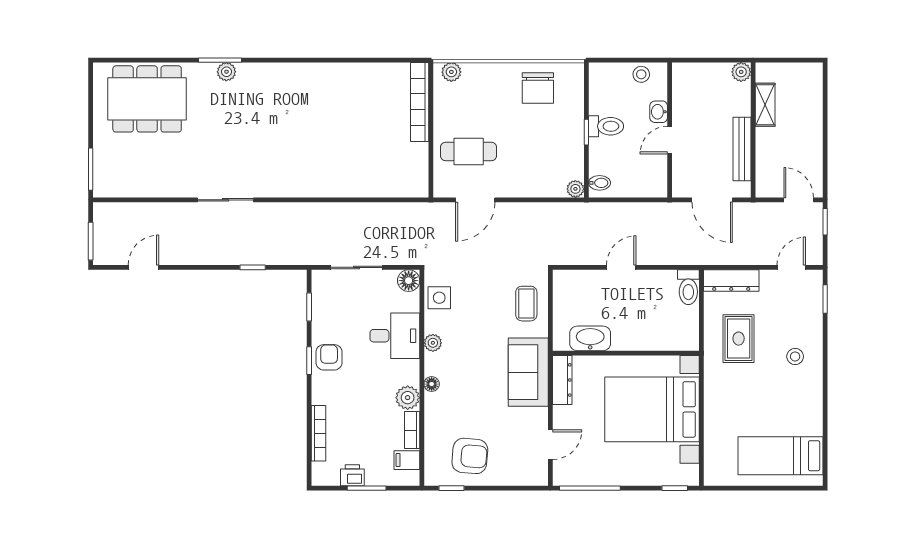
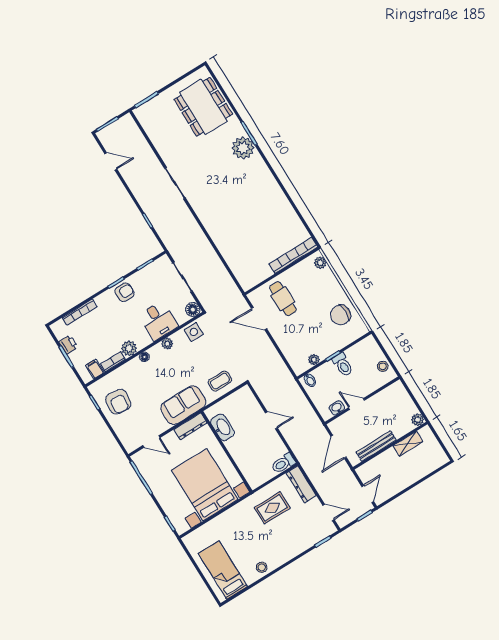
plant: (226, 72) -> (243, 148), width x1.88, depth x1.88
washbasin: (659, 112) -> (337, 408), moved
plant: (575, 189) -> (314, 360), moved
stool: (795, 356) -> (262, 567), moved

